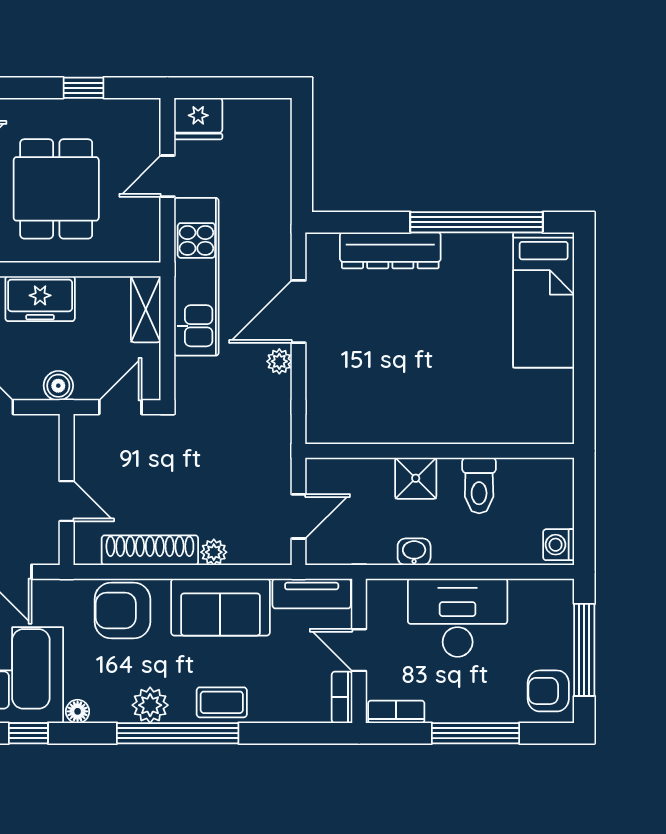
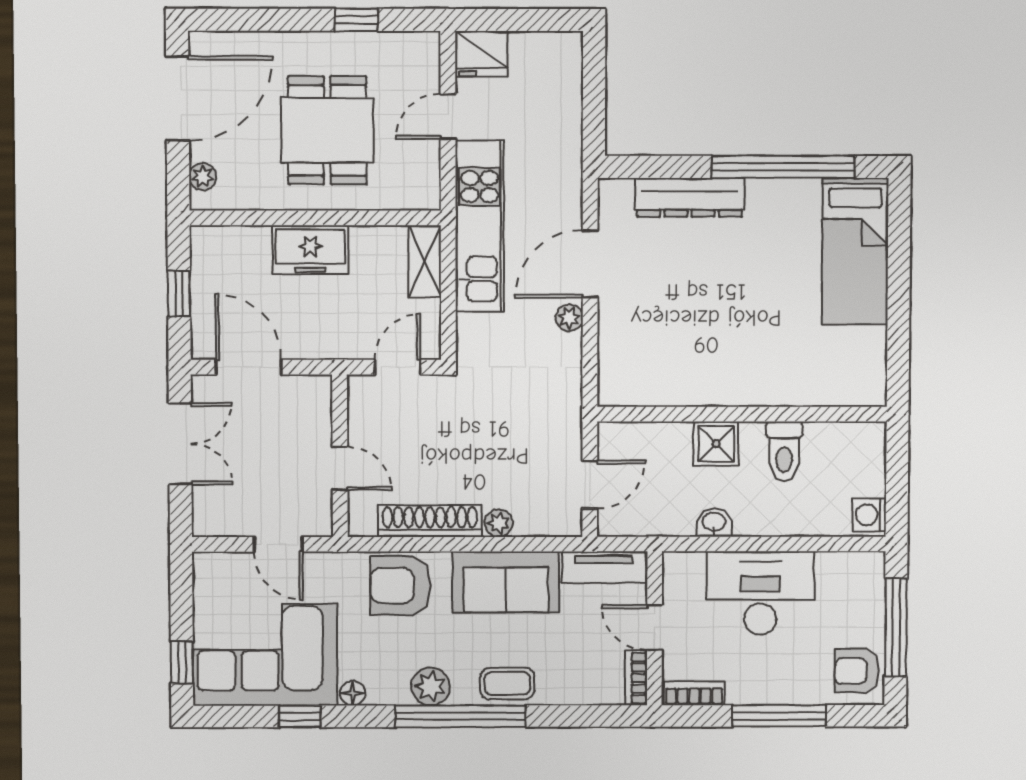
boiler: (58, 386) -> (330, 344), removed

